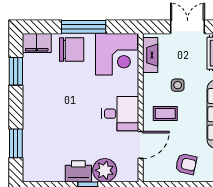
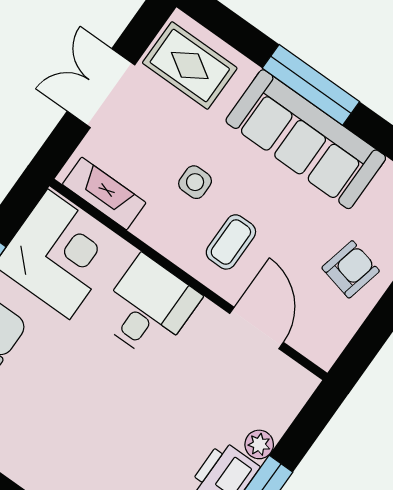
desk: (120, 114) -> (148, 308), moved
plant: (105, 170) -> (259, 444), width x0.53, depth x0.53

